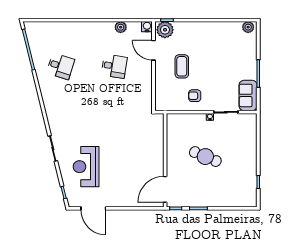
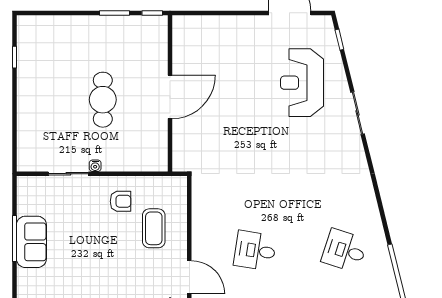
coffee table: (182, 66) -> (154, 228), moved
sofa: (248, 95) -> (31, 242), moved
cafe table: (205, 157) -> (103, 100), turned 67
reception desk: (86, 167) -> (302, 83), turned 180
door: (165, 189) -> (170, 97), moved

